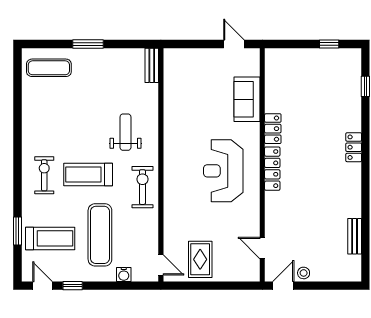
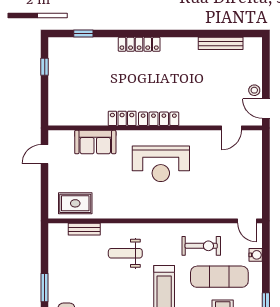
bench: (152, 65) -> (84, 229), moved
locker: (354, 147) -> (139, 44), width x1.53
exercise bike: (142, 187) -> (201, 246), moved, turned 180
bench: (355, 236) -> (221, 43), width x1.36
rug: (200, 259) -> (75, 203), moved
door: (161, 265) -> (247, 221), swing flipped

